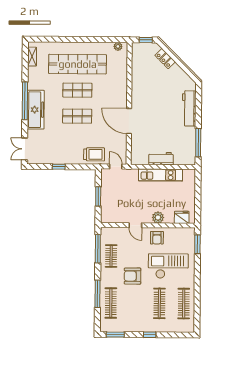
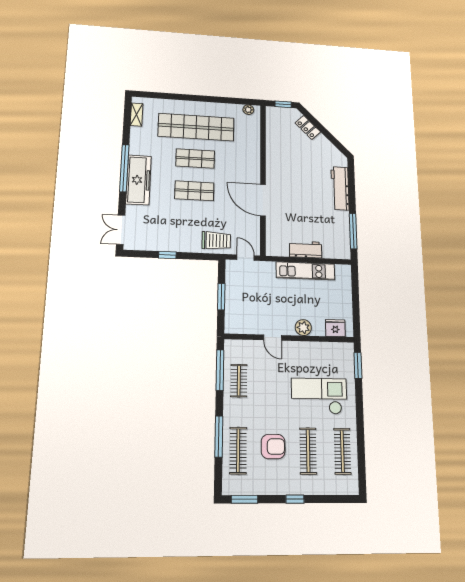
armchair: (157, 238) -> (303, 356), removed
armchair: (132, 276) -> (273, 447), moved, turned 180

